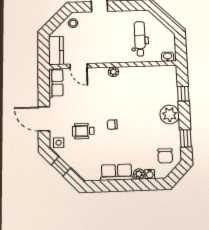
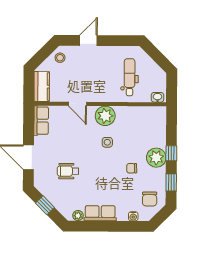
door: (79, 66) -> (77, 104), moved
plant: (113, 72) -> (105, 116), width x1.88, depth x1.88
window: (183, 94) -> (171, 153), moved
chair: (112, 125) -> (132, 168), moved
side table: (59, 143) -> (107, 142), moved
plant: (139, 174) -> (78, 216), moved

